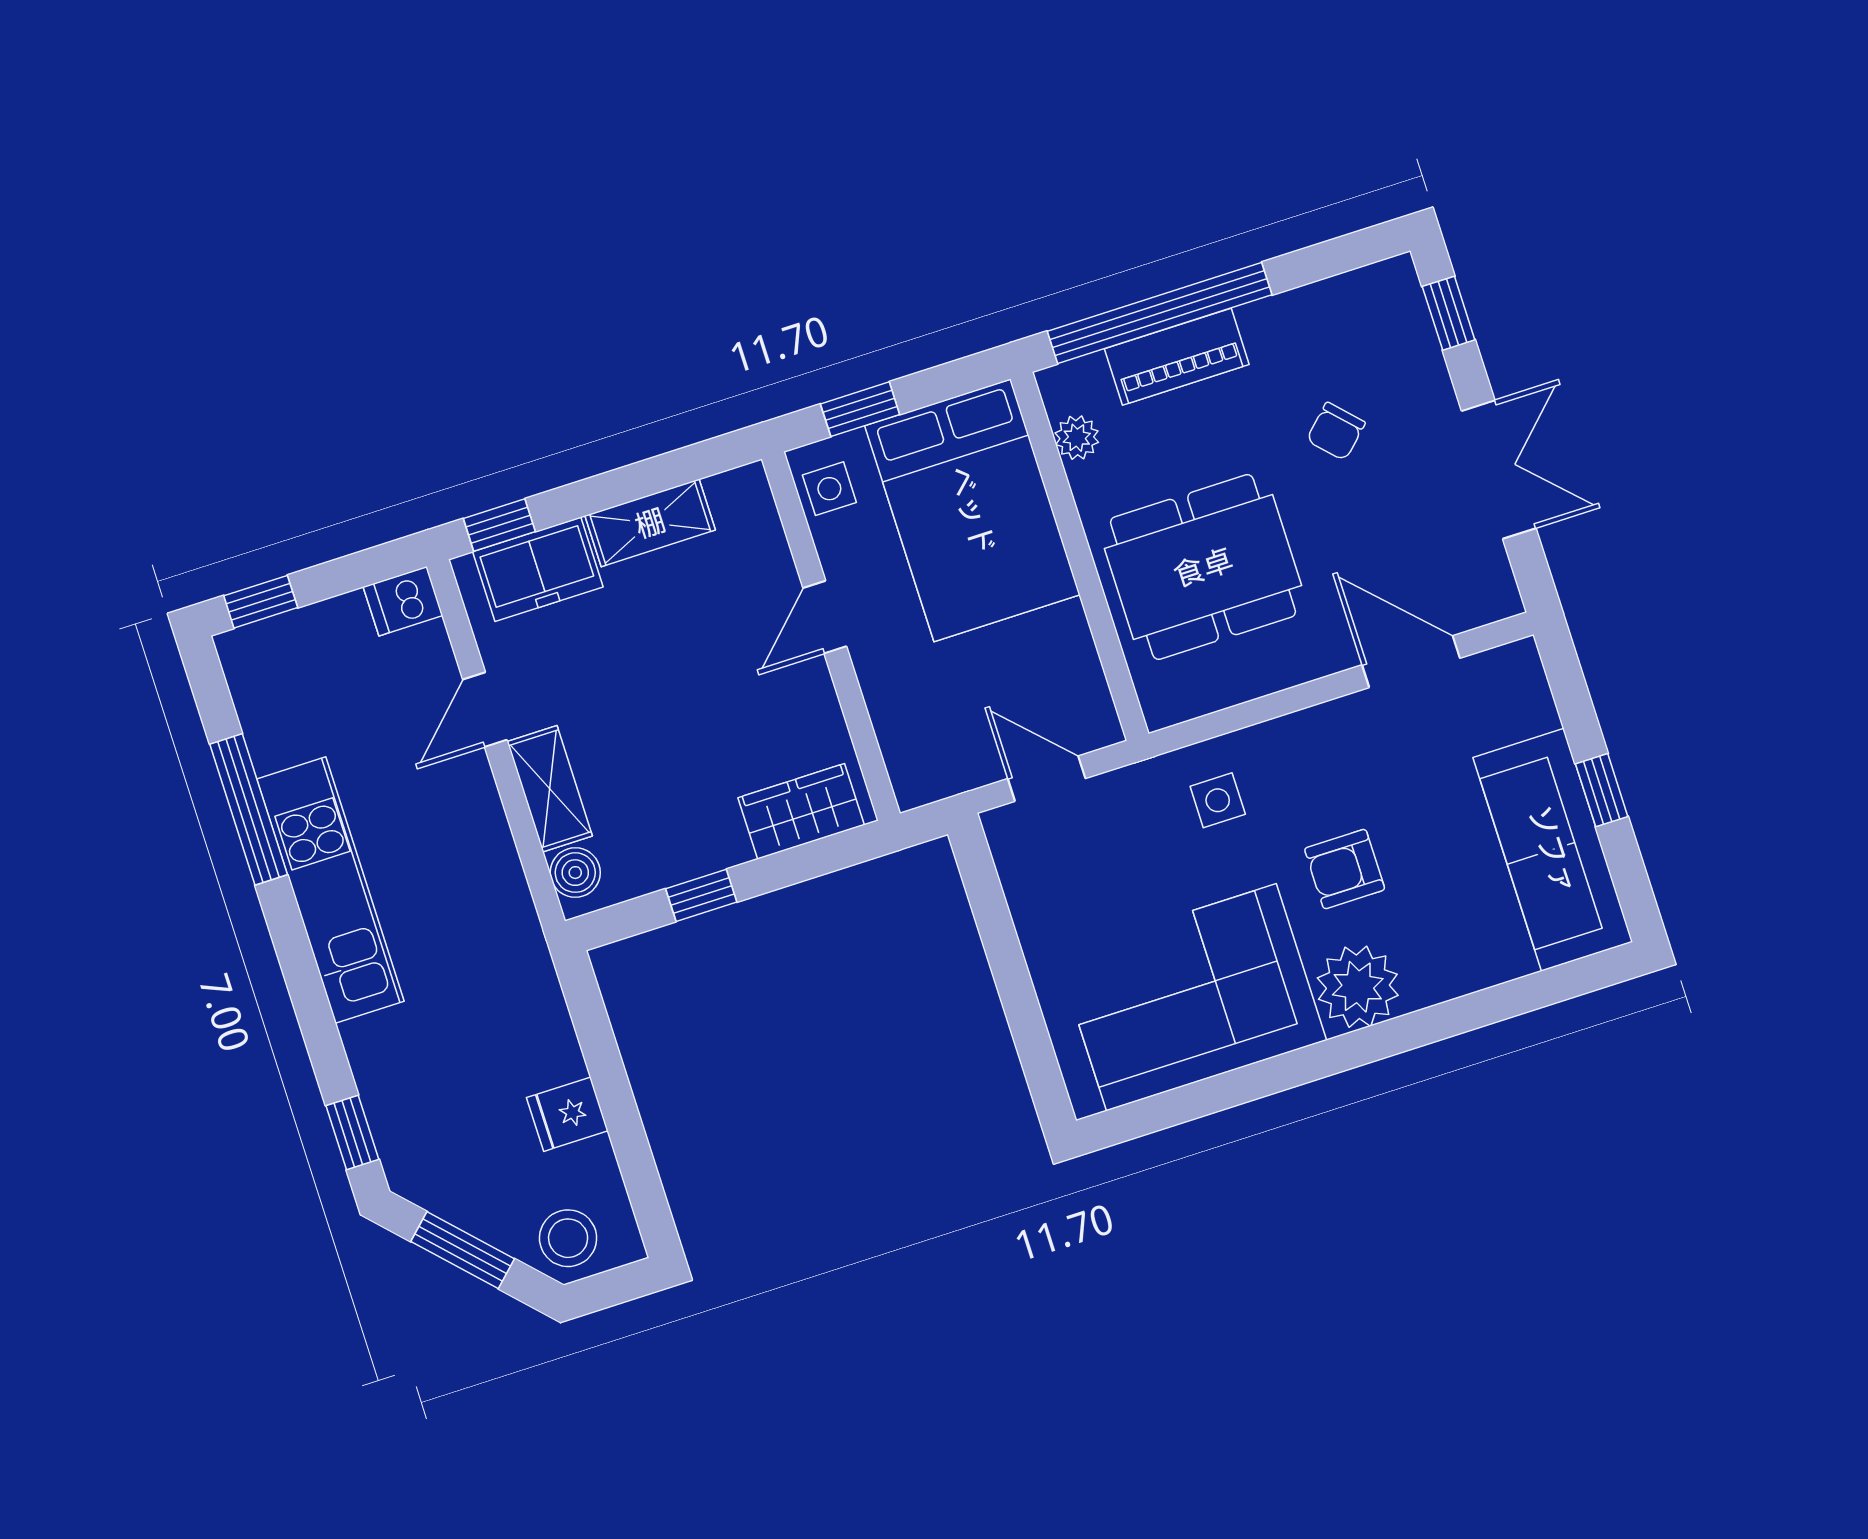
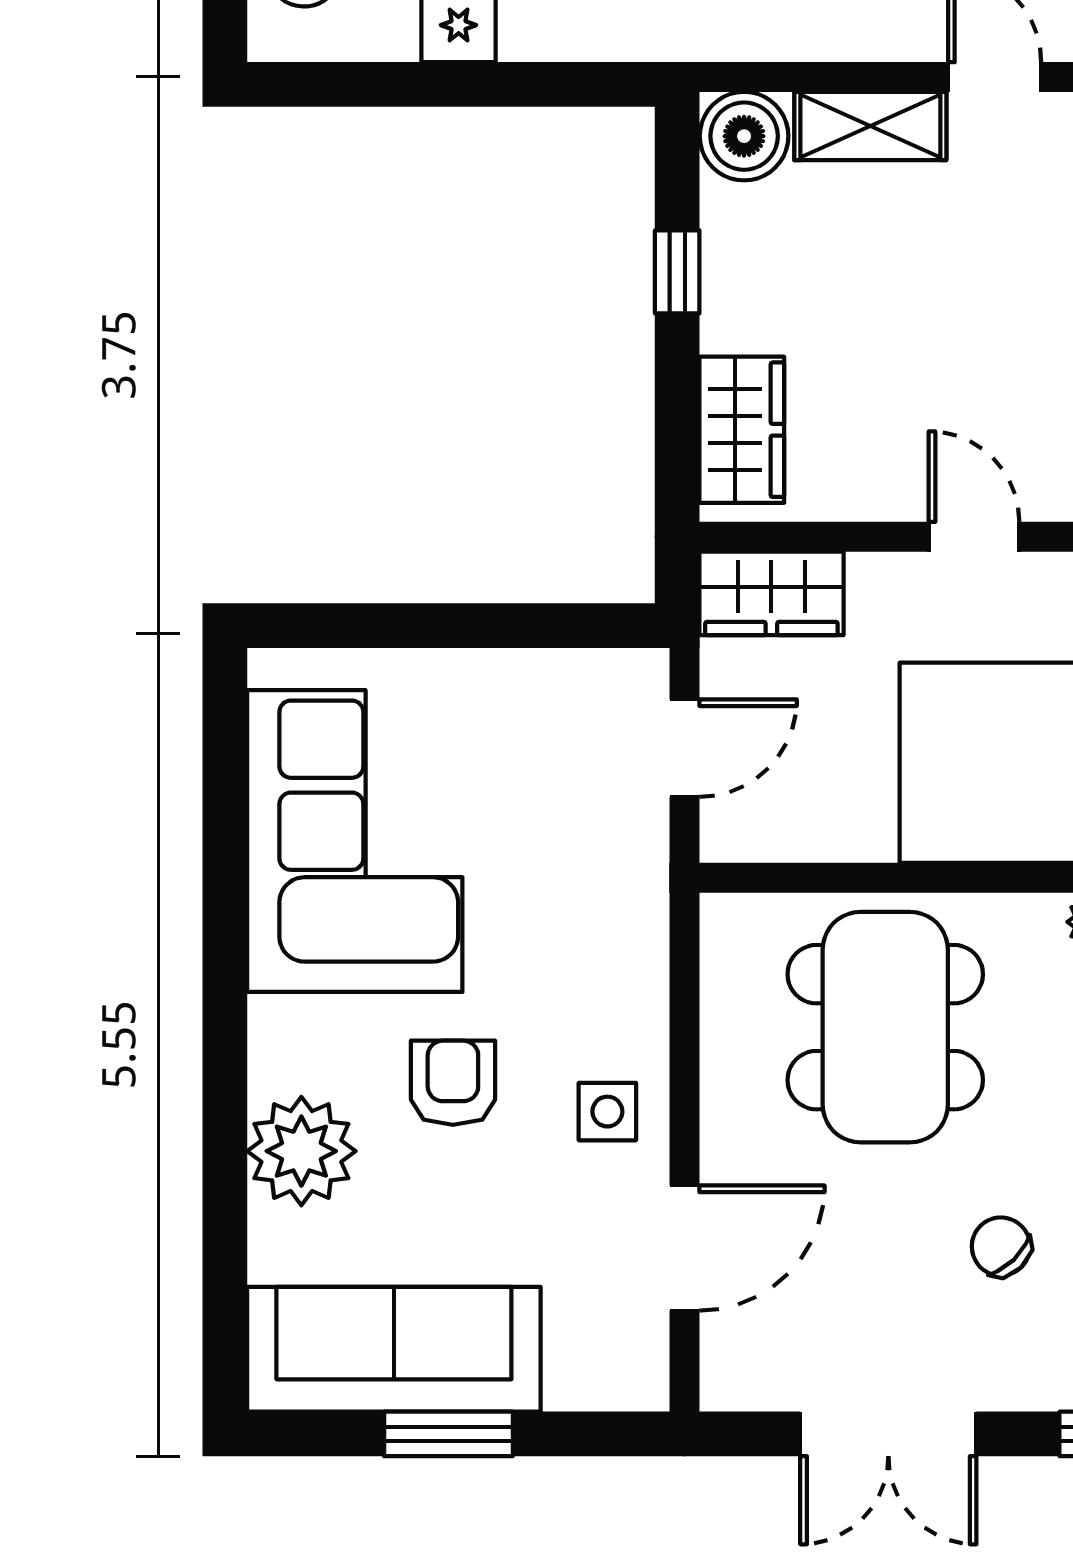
wardrobe: (913, 751) -> (771, 593), added
window: (1602, 790) -> (448, 1434), width x1.50
side table: (1218, 800) -> (607, 1112), moved
boiler: (575, 873) -> (744, 136), width x1.36, depth x1.36
plant: (1358, 987) -> (301, 1151), moved

